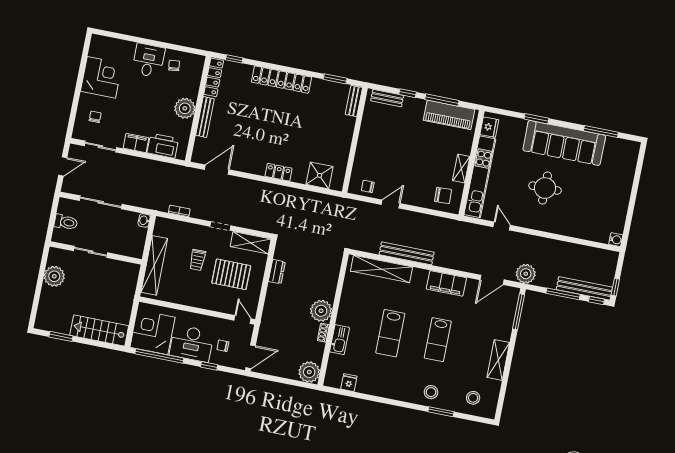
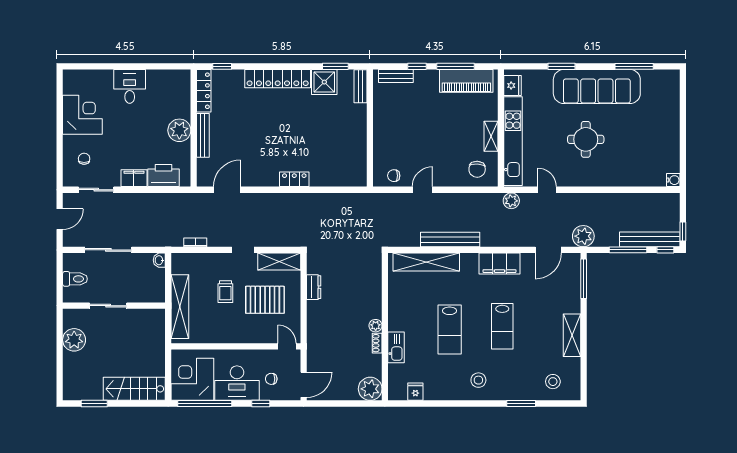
chair: (174, 65) -> (158, 86), removed
shower: (320, 175) -> (324, 82), moved
chair: (443, 195) -> (477, 169), turned 96
plant: (468, 230) -> (511, 201), added
plant: (321, 311) -> (376, 326), width x0.53, depth x0.53
stool: (431, 392) -> (478, 380), moved

